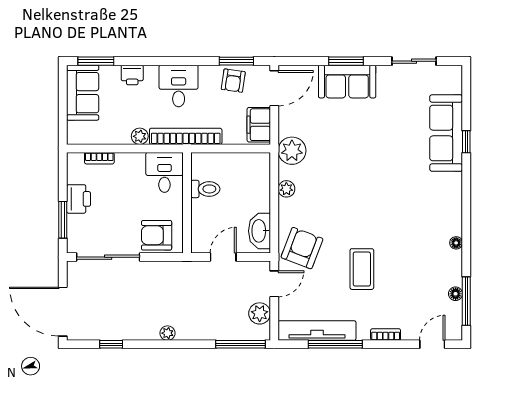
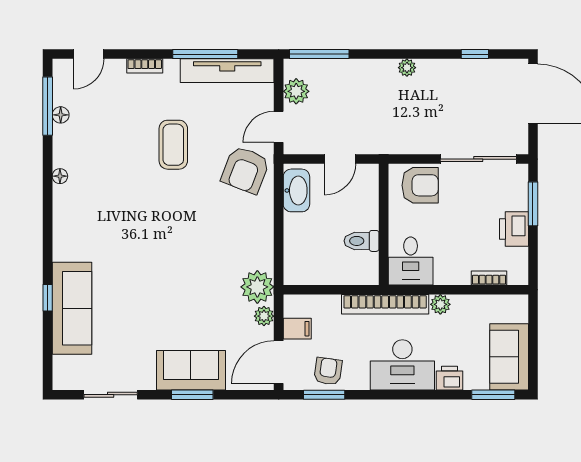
desk: (179, 86) -> (402, 365), width x1.37
filing cabinet: (259, 125) -> (297, 329), width x0.50
plant: (286, 189) -> (264, 316), moved

